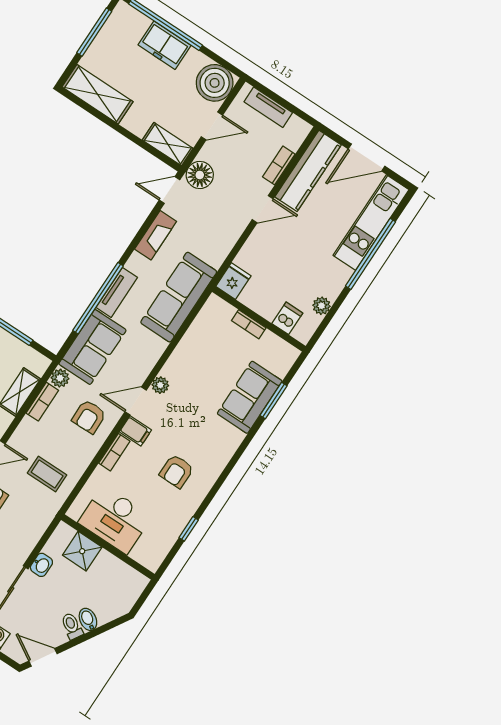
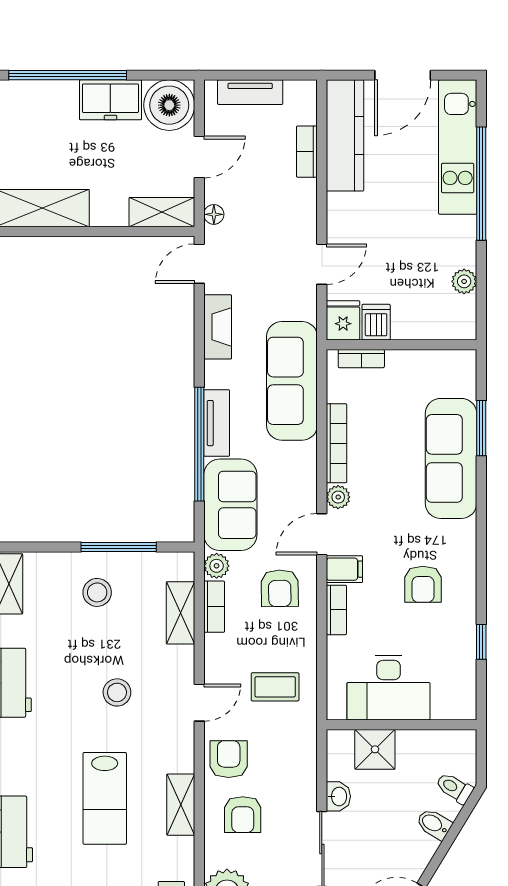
freezer: (164, 45) -> (110, 100), moved
floor lamp: (200, 175) -> (214, 214), width x0.53, depth x0.53
door: (263, 209) -> (322, 264), moved
dishwasher: (287, 318) -> (376, 322), moved
bookcase: (249, 324) -> (361, 359), moved
bookcase: (181, 352) -> (337, 443), added
sofa: (250, 397) -> (451, 458), width x1.36
toilet: (72, 626) -> (454, 788), moved

